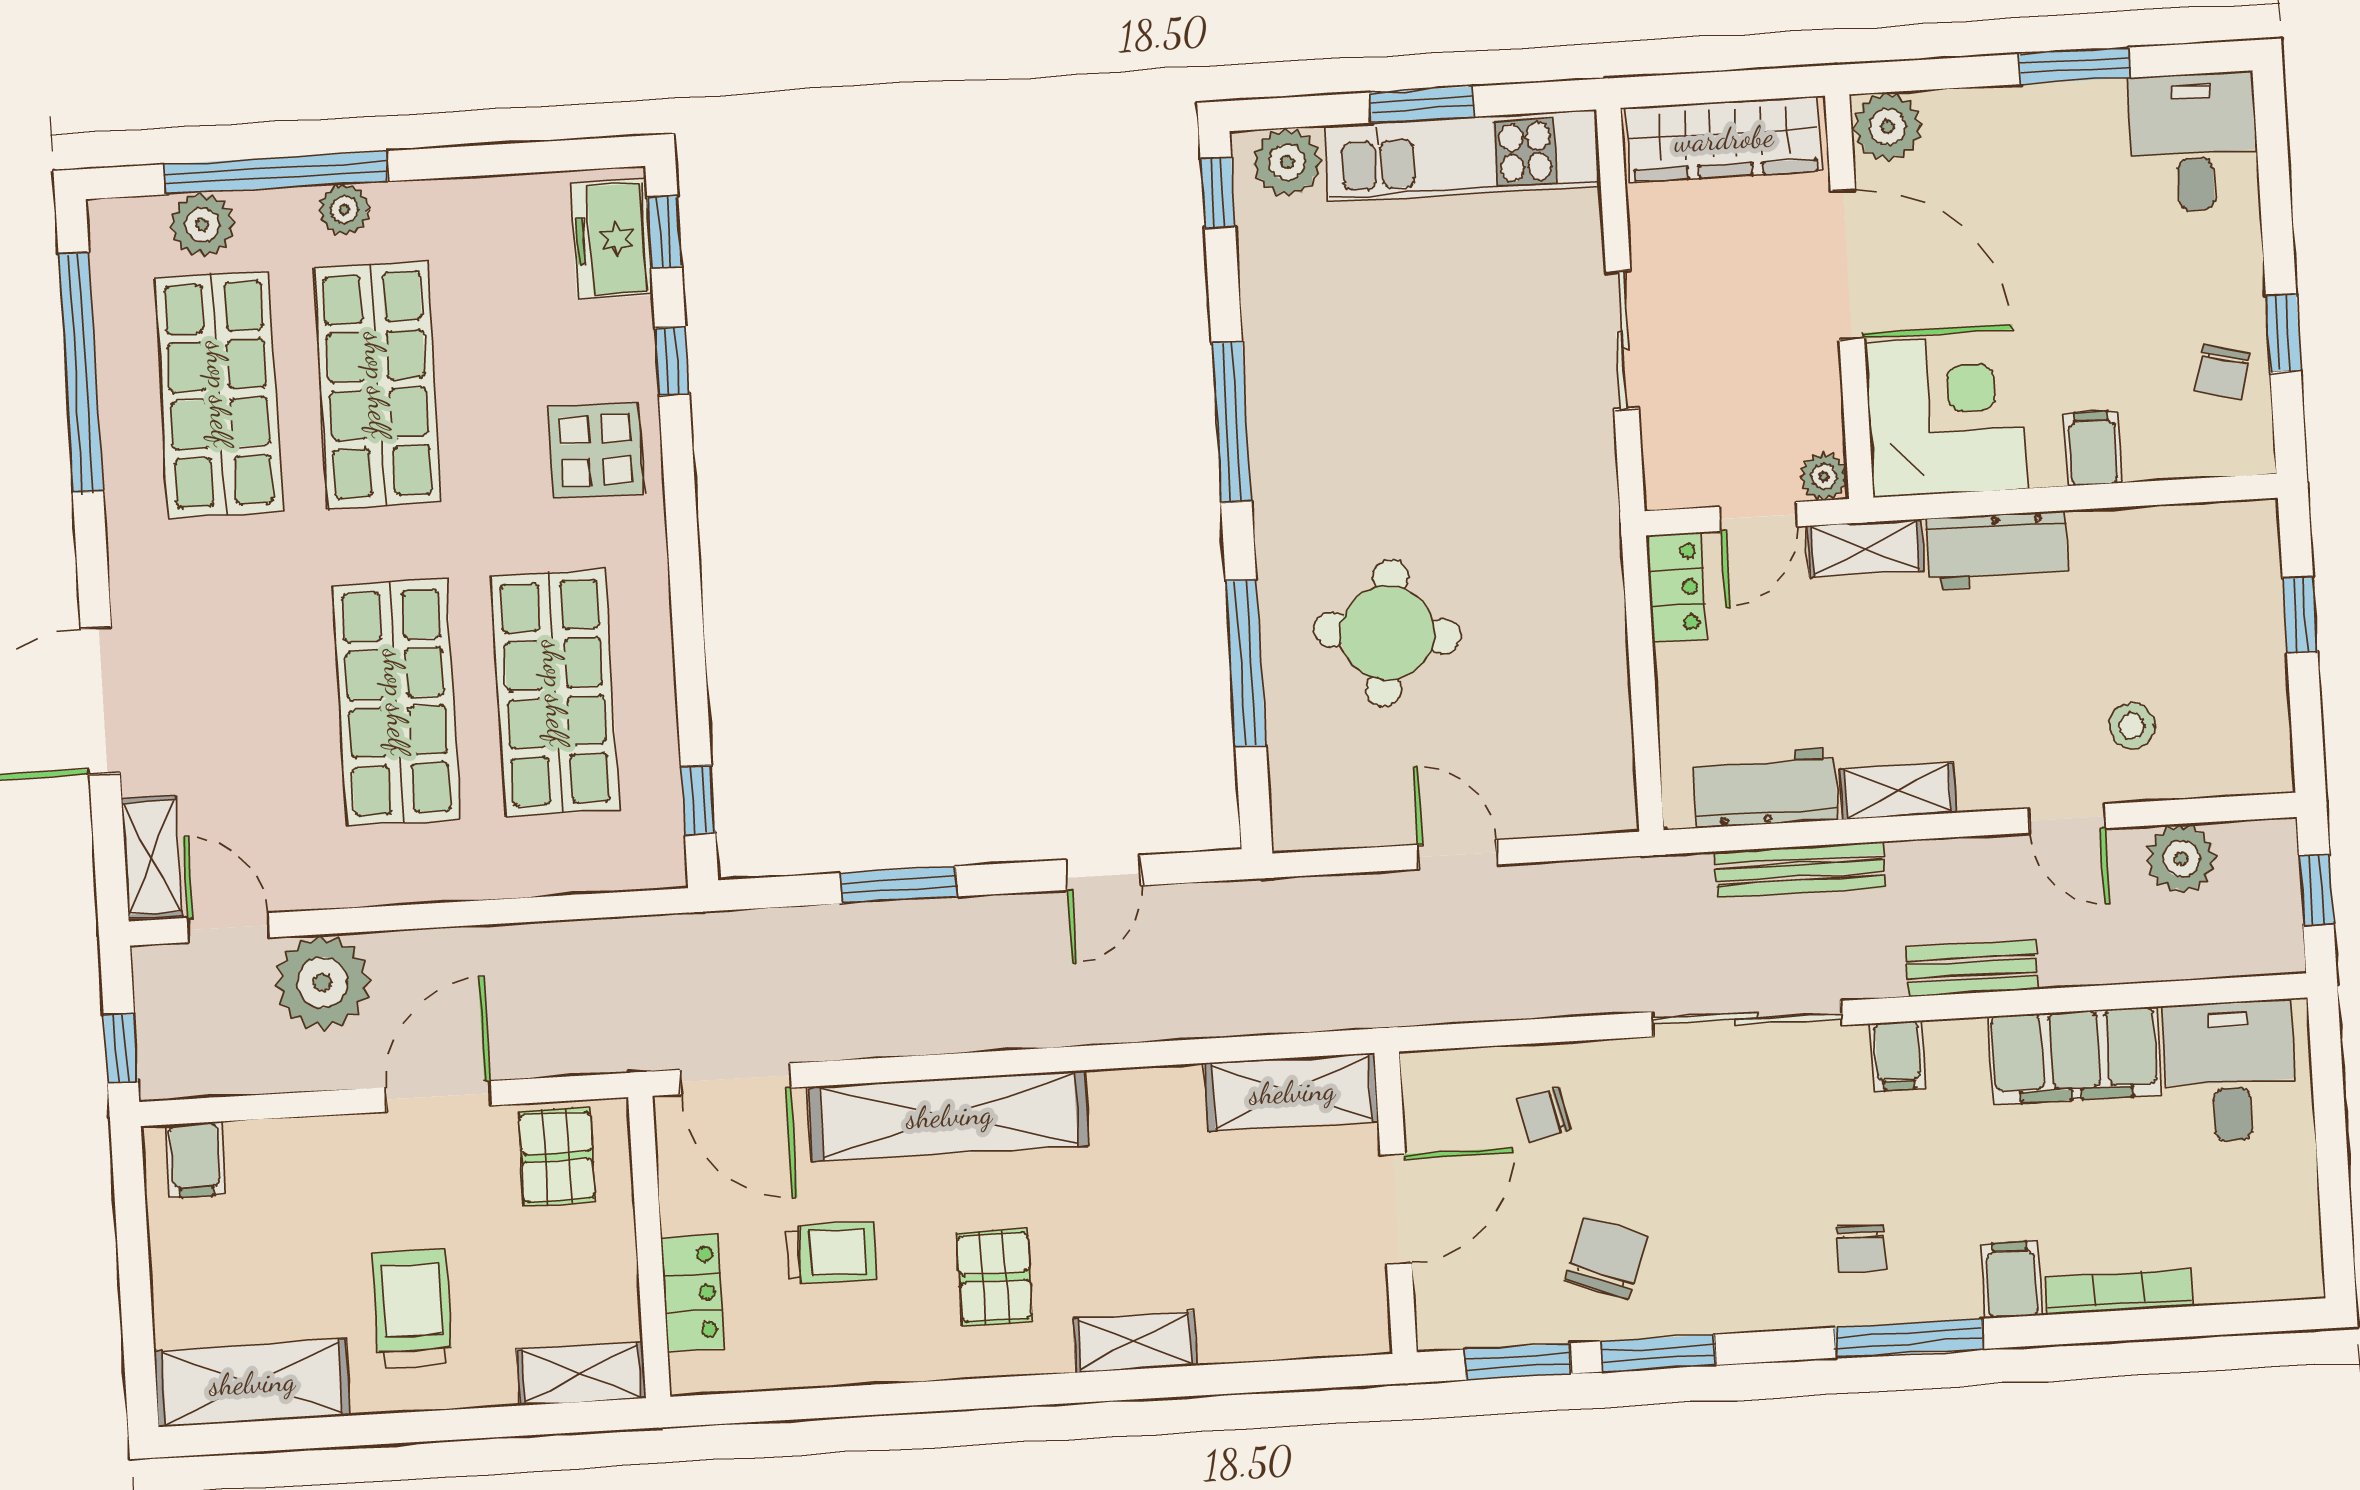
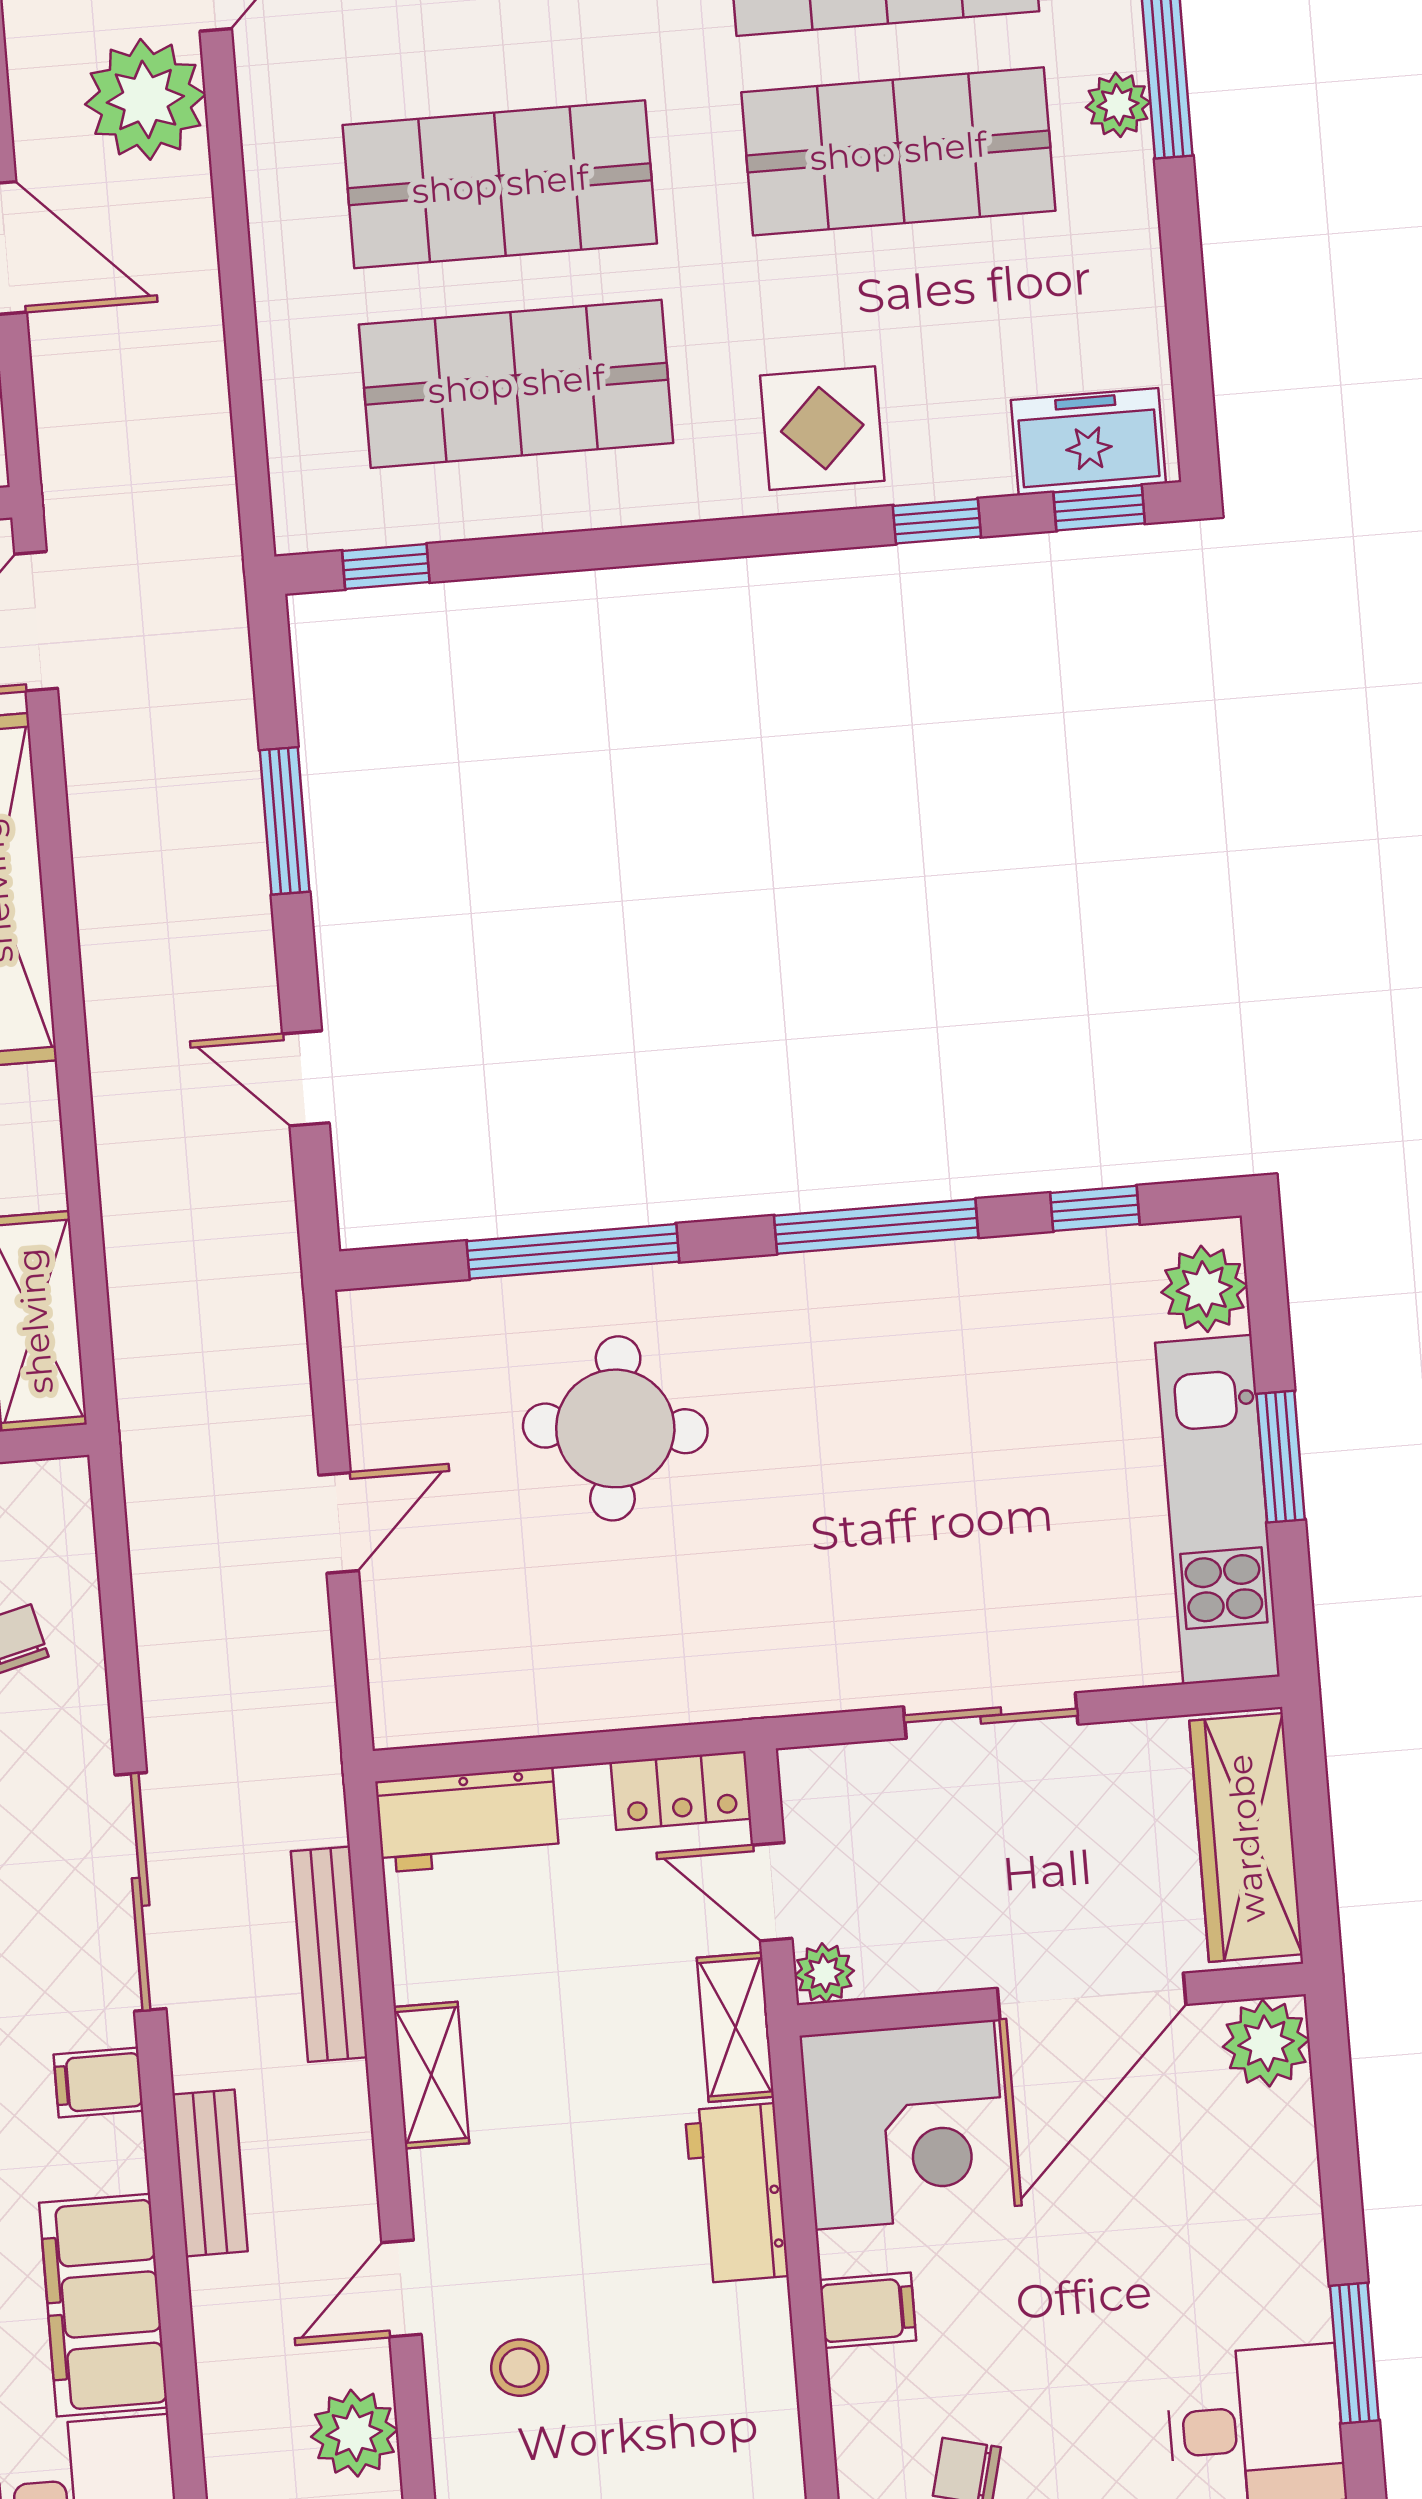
window: (2074, 66) -> (1354, 2353), moved
window: (1218, 192) -> (1095, 1208), moved
workbench: (1765, 788) -> (467, 1820), moved, turned 90

